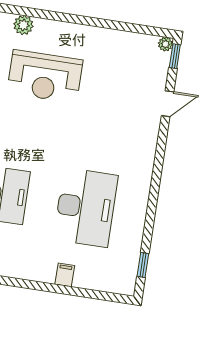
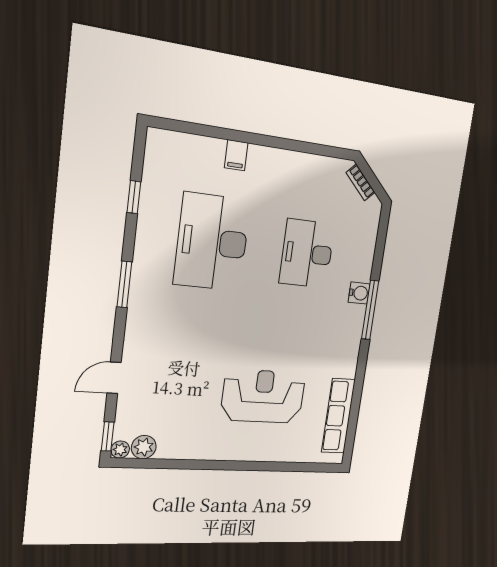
plant: (23, 25) -> (144, 447), moved
window: (156, 177) -> (124, 284), added
window: (143, 265) -> (134, 197), moved

